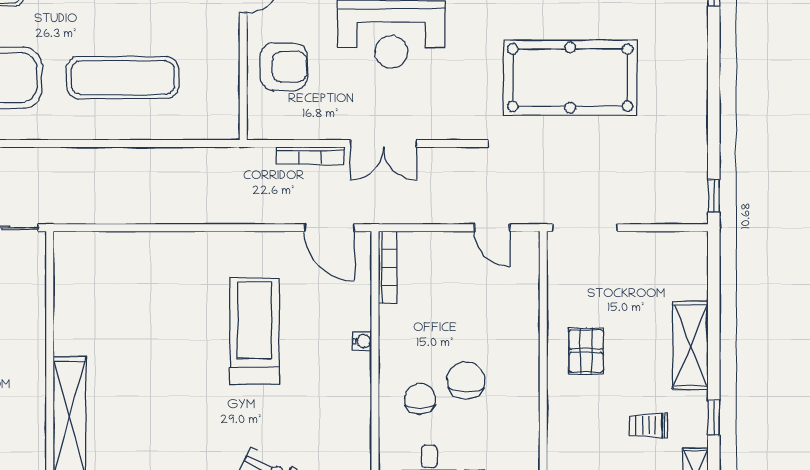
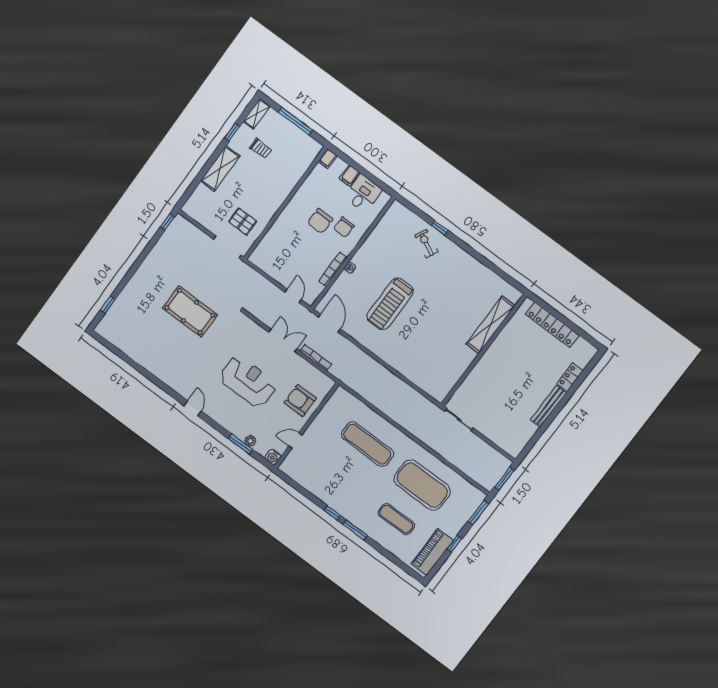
pool table: (570, 78) -> (190, 311), width x0.73, depth x0.76
door: (492, 228) -> (293, 296), moved
bookcase: (388, 267) -> (333, 269), moved
pallet: (586, 351) -> (243, 222), moved, turned 90

